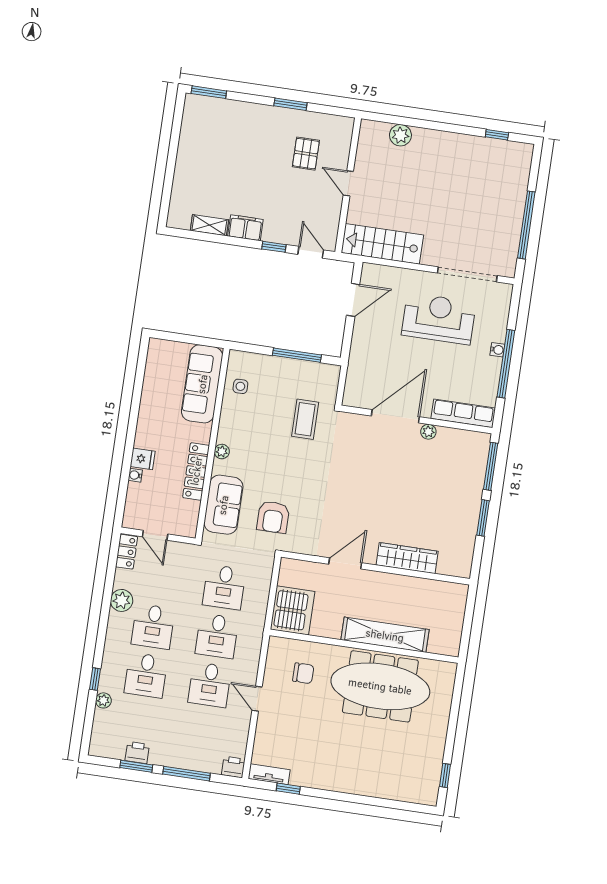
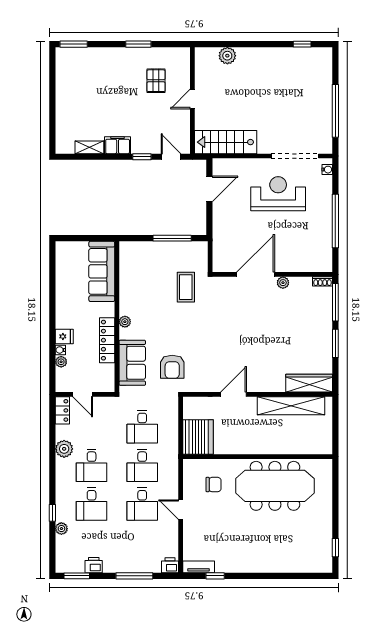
door: (348, 183) -> (192, 99), hinge flipped
water cooler: (497, 350) -> (327, 170), moved
side table: (240, 386) -> (132, 269), removed
row of seats: (463, 413) -> (308, 264), removed
shoe rack: (478, 438) -> (323, 281), added
plant: (134, 490) -> (61, 362), added
wardrobe: (407, 558) -> (309, 383), moved
shelving: (385, 635) -> (291, 406), moved
window: (136, 766) -> (77, 576), moved

